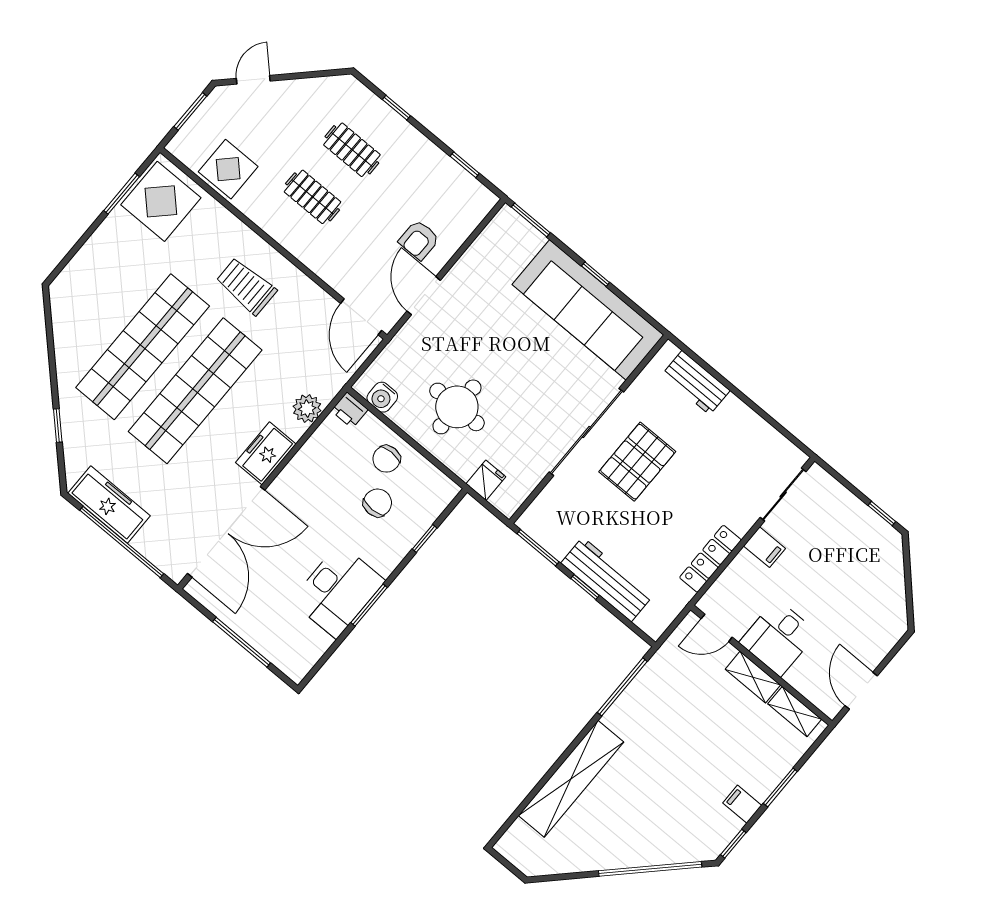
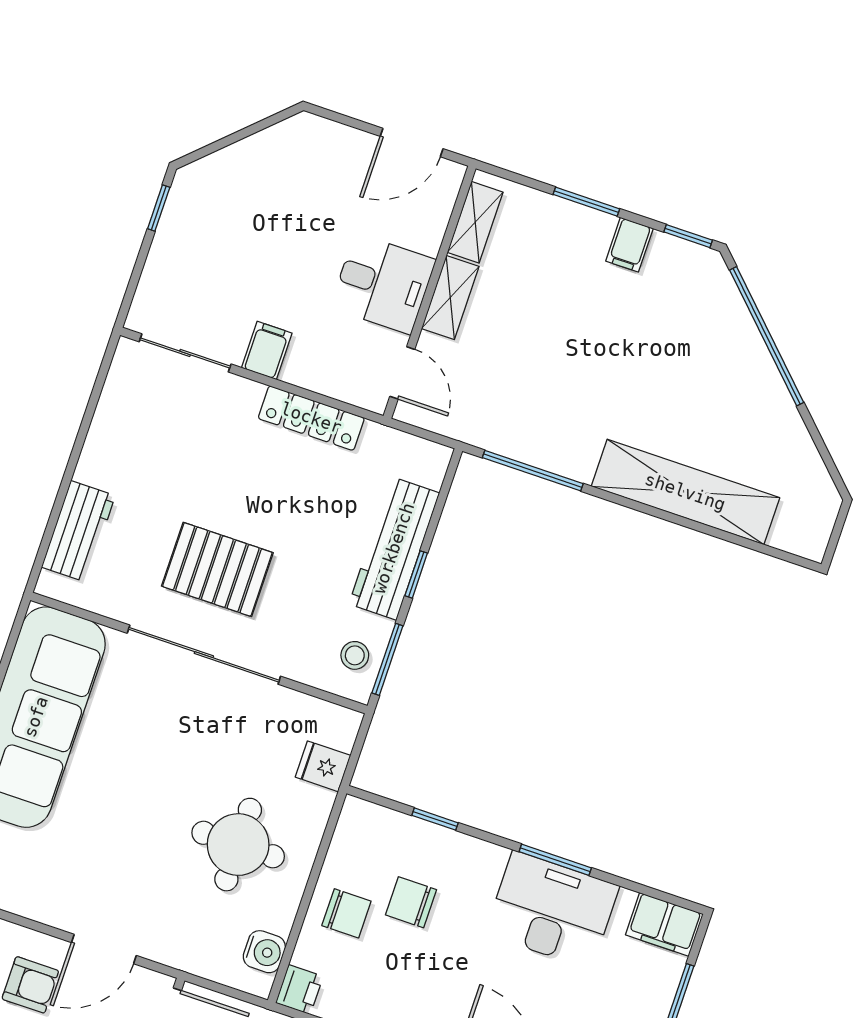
stool: (549, 528) -> (355, 655), added
filing cabinet: (301, 659) -> (664, 924), added

